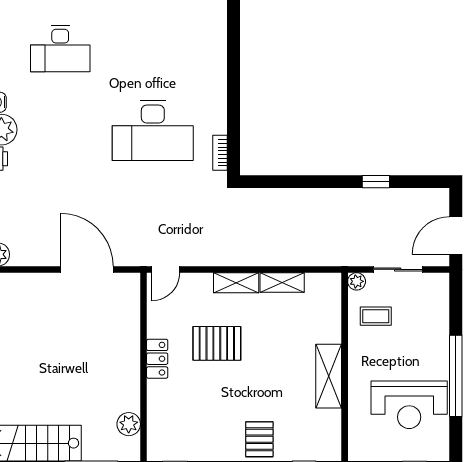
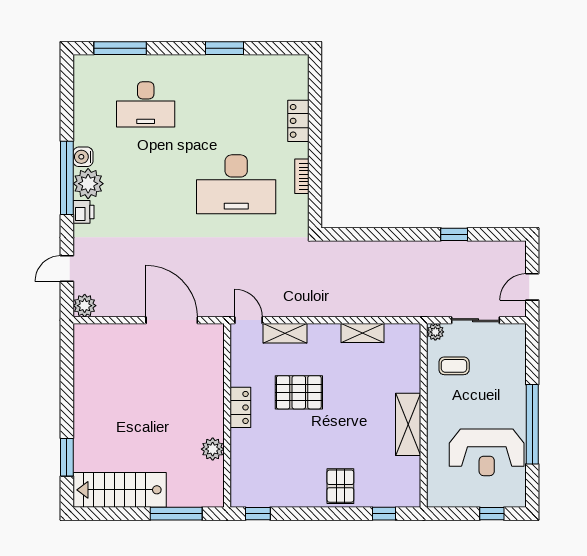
locker: (216, 65) -> (298, 121), added
bookcase: (220, 153) -> (302, 176), moved
door: (456, 235) -> (532, 287), width x0.73
door: (165, 269) -> (249, 320), swing flipped
shelving: (236, 283) -> (285, 333), moved
plant: (129, 424) -> (213, 449), moved

